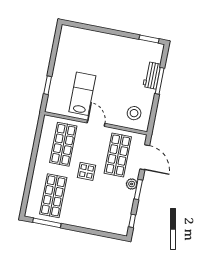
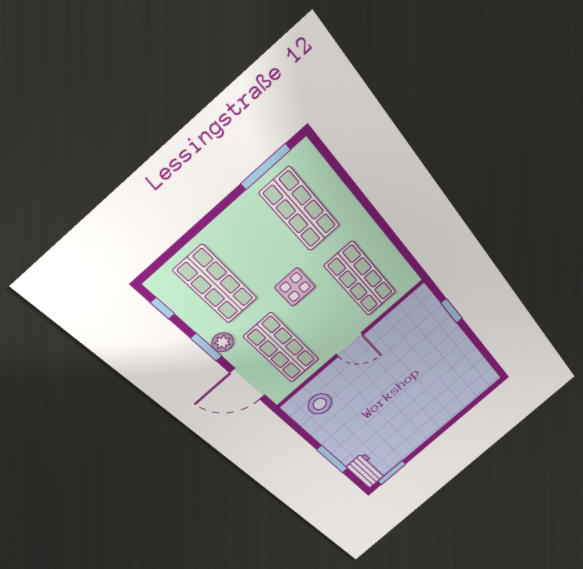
workbench: (152, 75) -> (366, 470), moved
lab bench: (82, 94) -> (402, 350), removed
shop shelf: (108, 206) -> (216, 284), added

